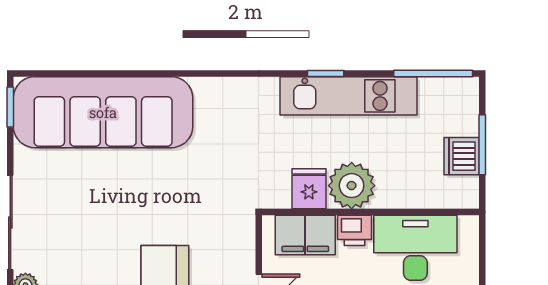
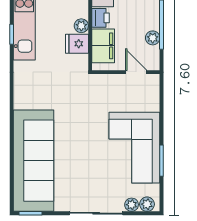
plant: (352, 186) -> (81, 26), width x0.53, depth x0.53

